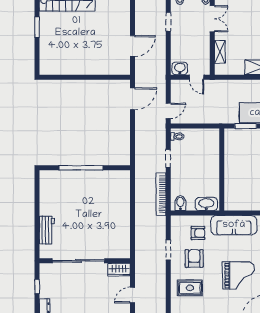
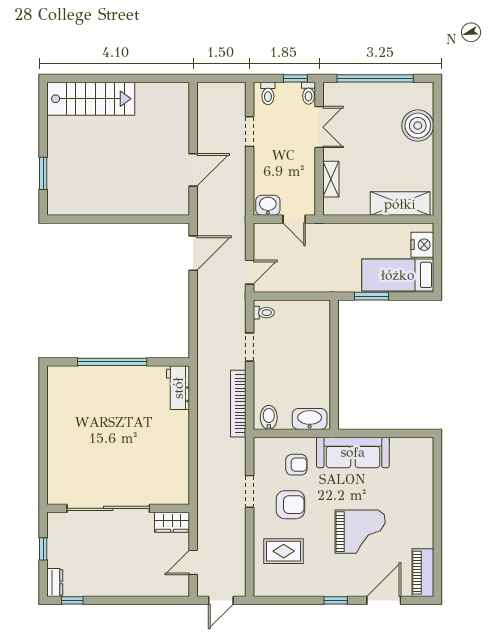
window: (37, 27) -> (43, 173), moved
workbench: (47, 230) -> (178, 388), moved, turned 180
armchair: (194, 258) -> (290, 505), turned 90

